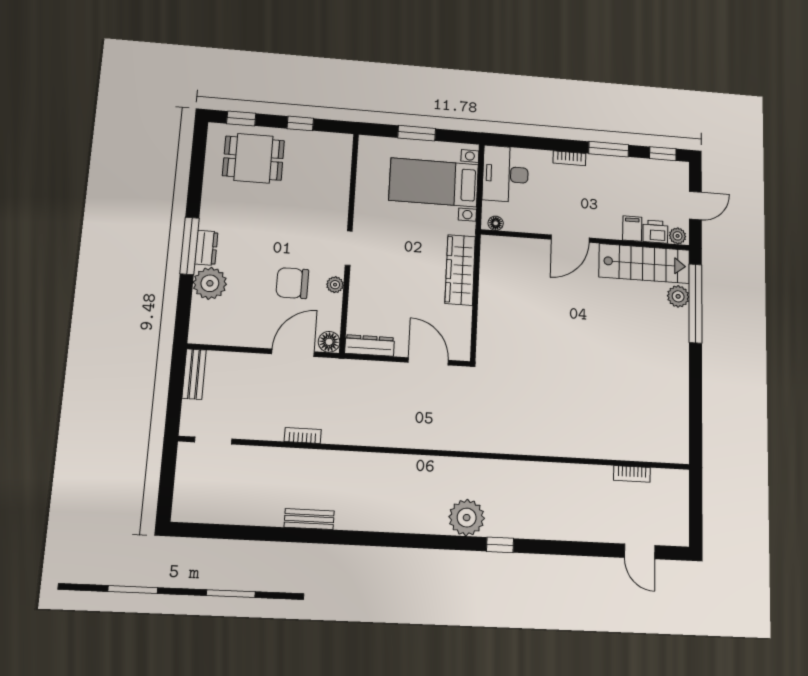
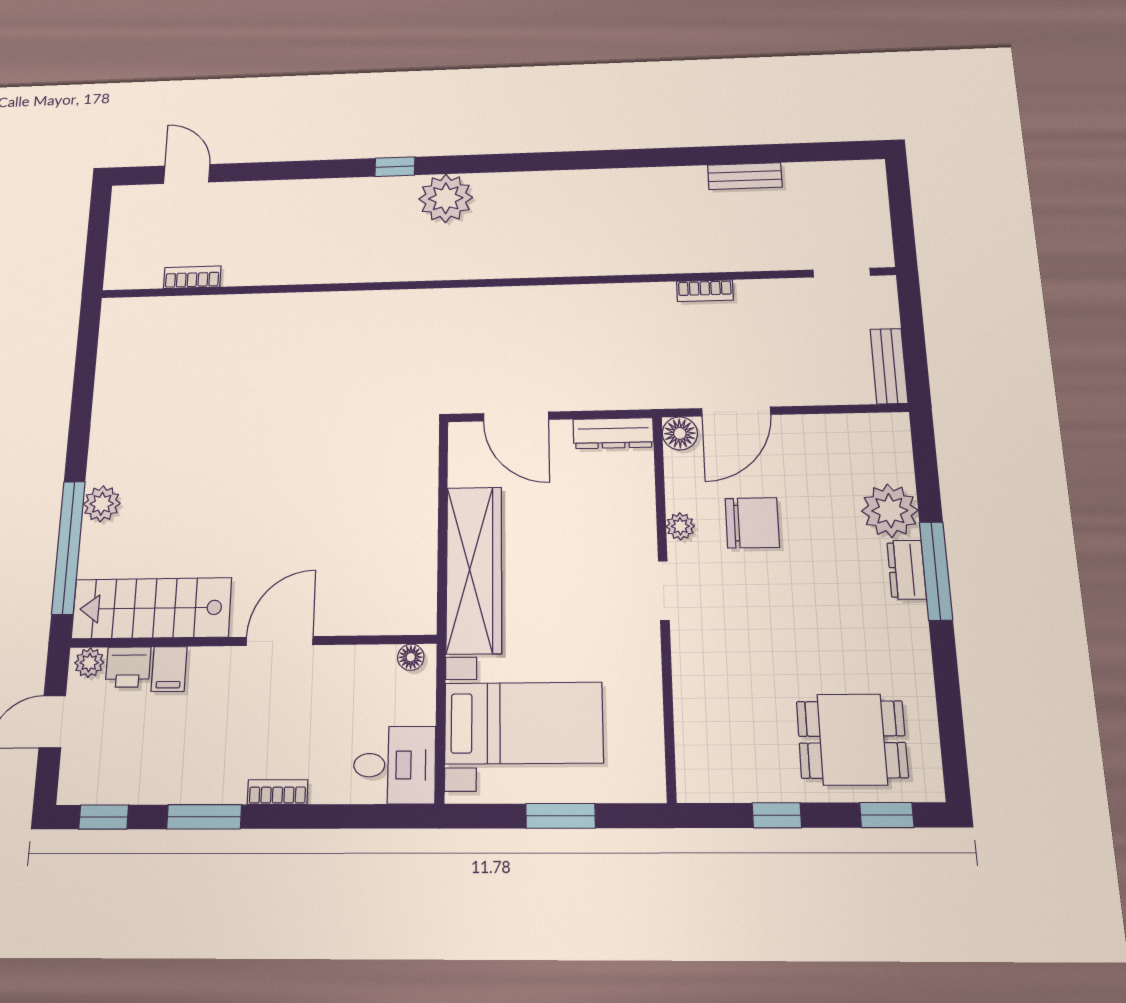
desk: (505, 174) -> (394, 765), width x0.73
wardrobe: (460, 270) -> (474, 570), width x1.40, depth x1.17
plant: (678, 296) -> (102, 504), moved
bench: (309, 519) -> (745, 176), moved

